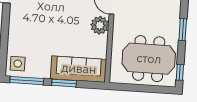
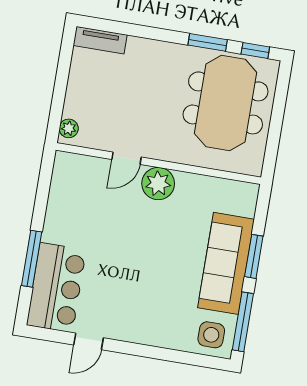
window: (183, 30) -> (208, 42), moved
sofa: (79, 69) -> (226, 263), moved

